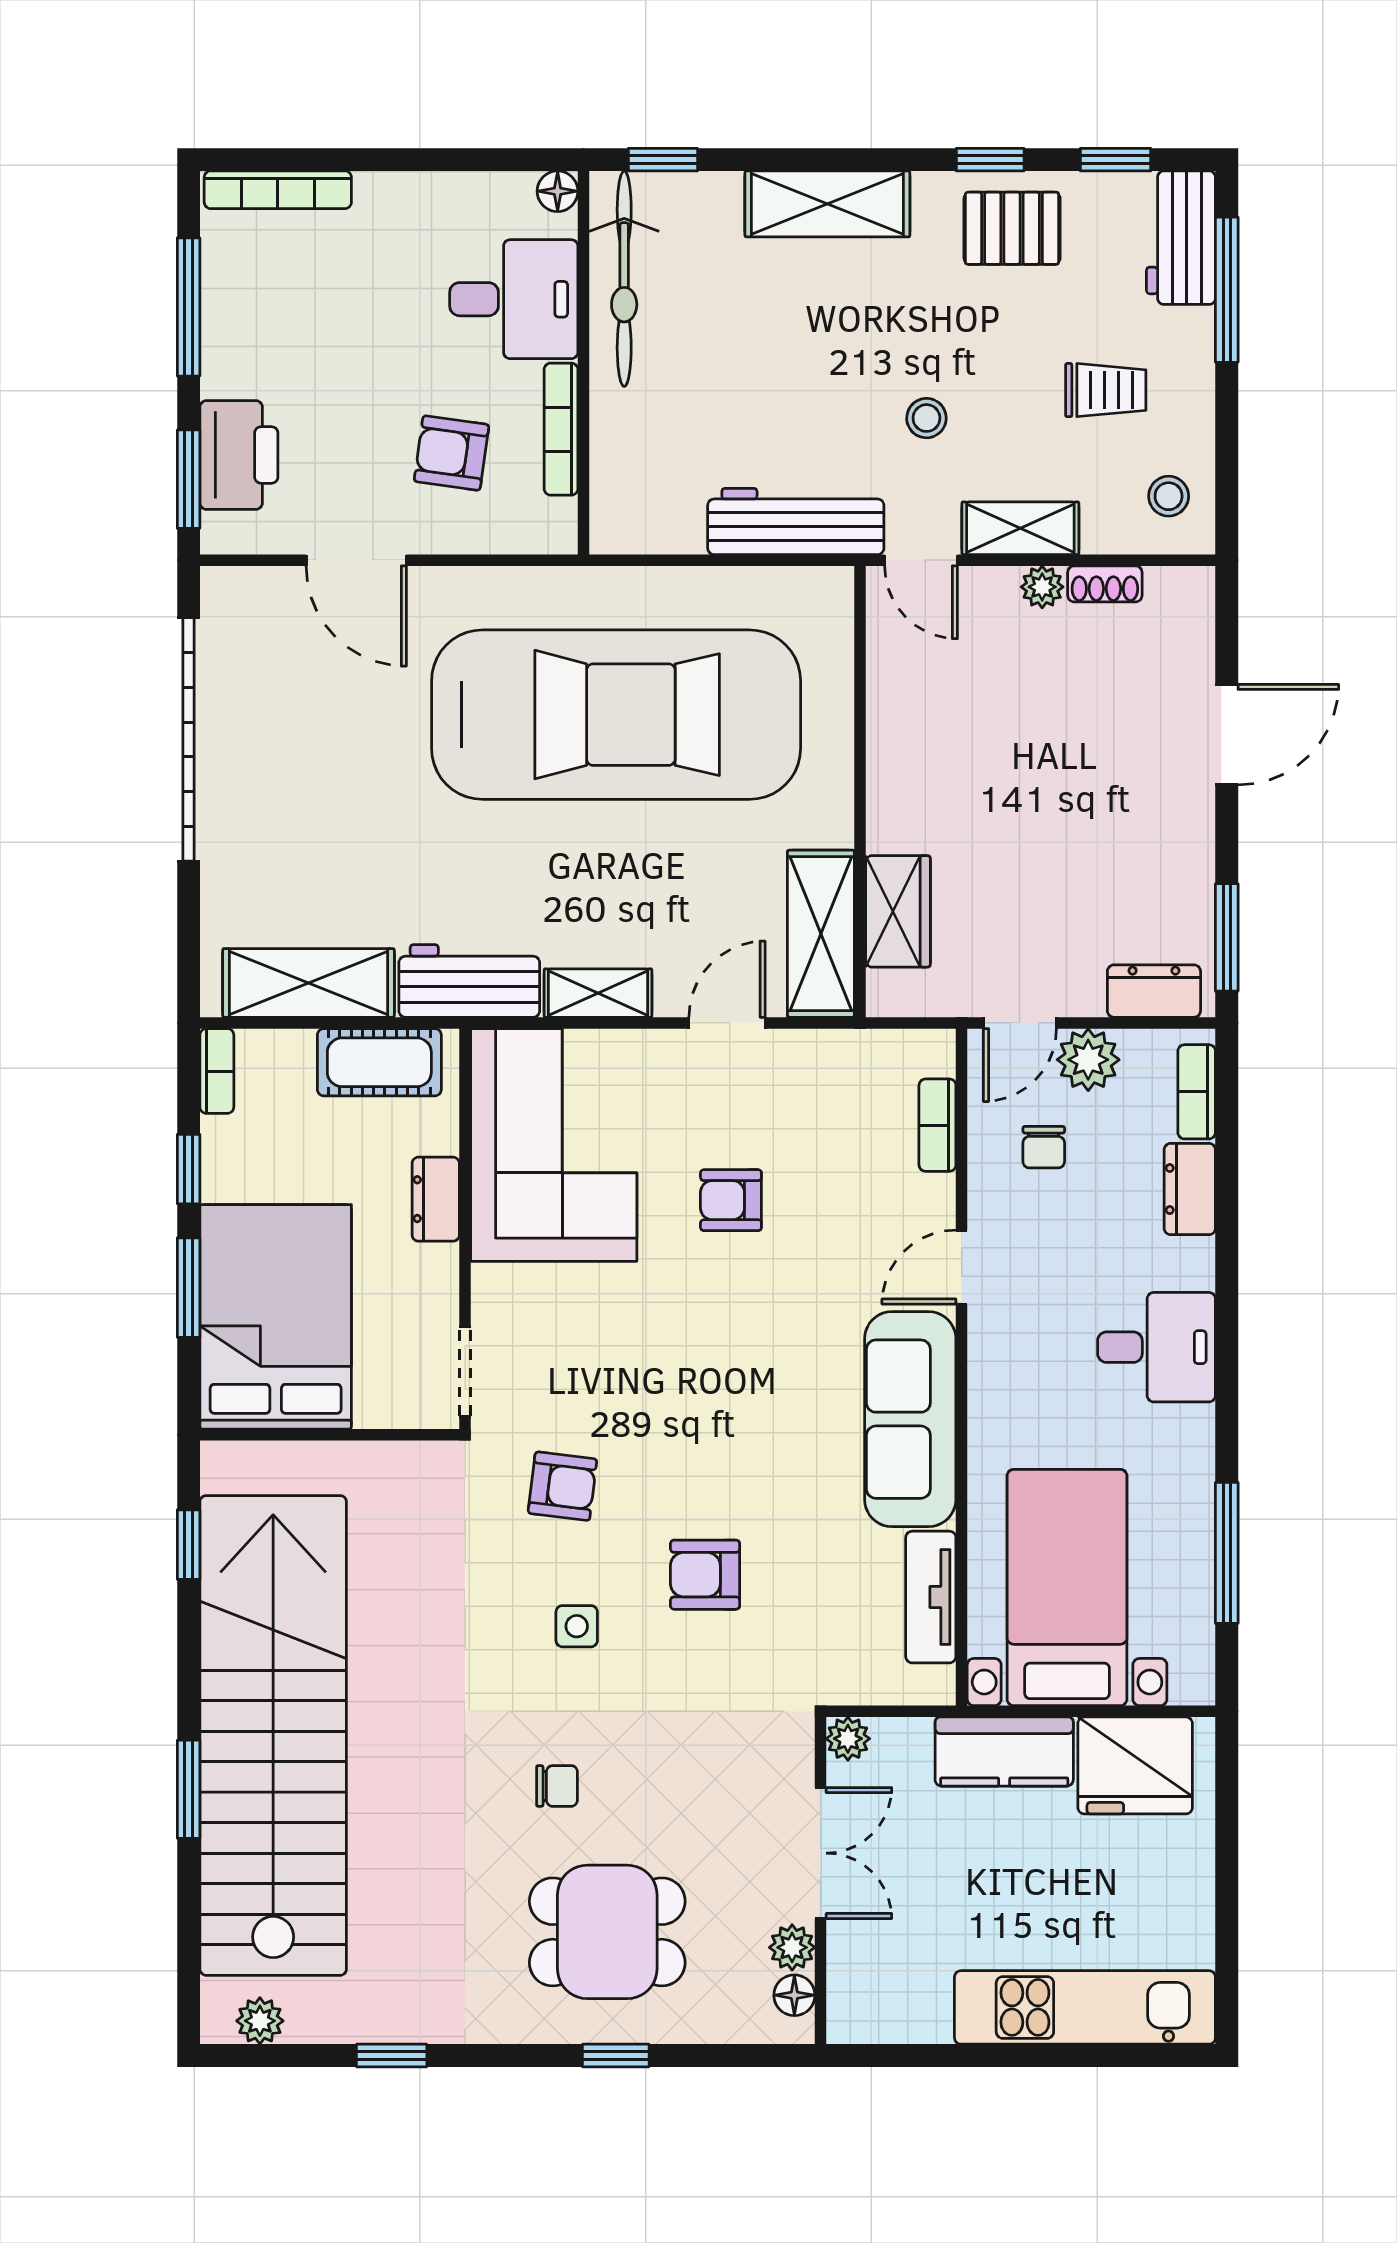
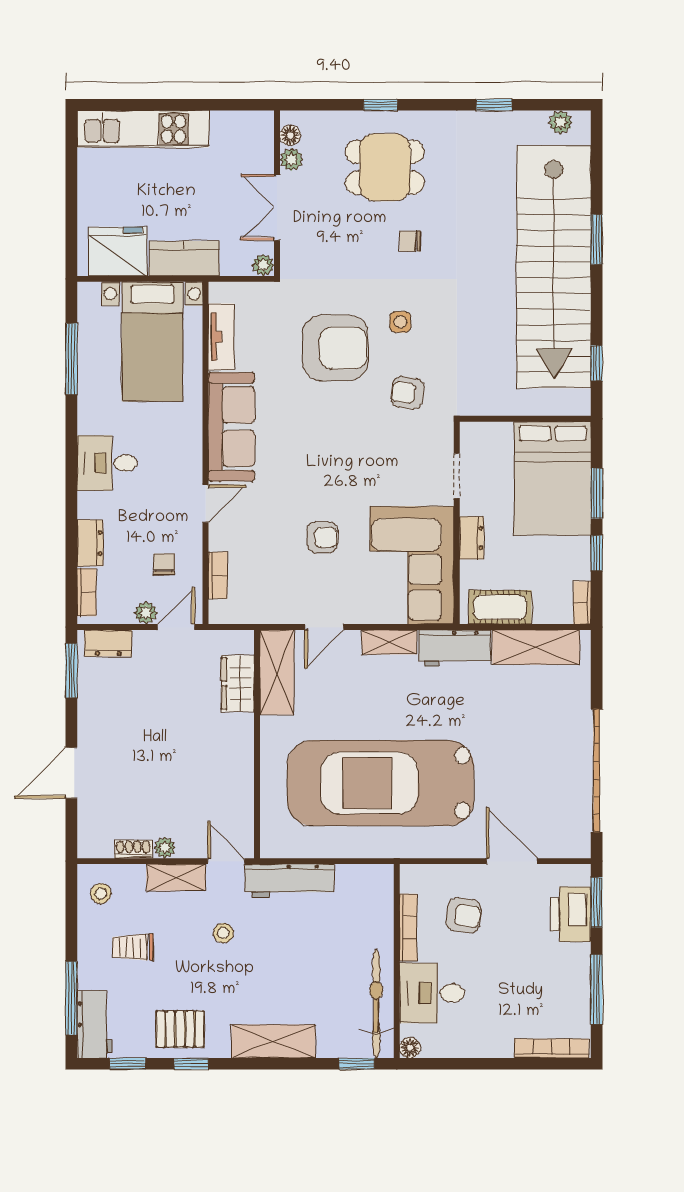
plant: (1088, 1060) -> (146, 613), width x0.73, depth x0.73
doorway: (465, 1371) -> (457, 476), moved
armchair: (705, 1575) -> (335, 348), width x1.88, depth x1.88

